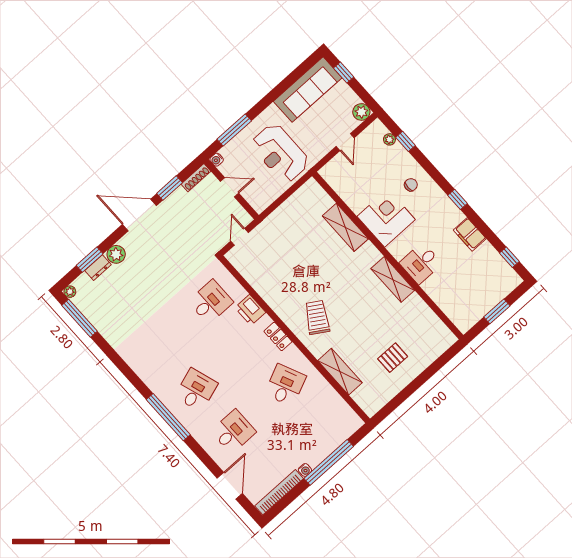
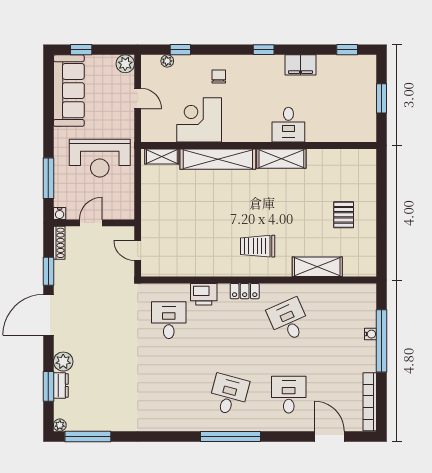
shelving: (320, 195) -> (162, 157), added
corner desk: (386, 218) -> (199, 120), moved
shelving: (345, 227) -> (218, 159), width x1.47
trolley: (317, 317) -> (258, 246), turned -32
desk: (196, 390) -> (229, 395), turned 33
water cooler: (305, 470) -> (370, 334), moved

